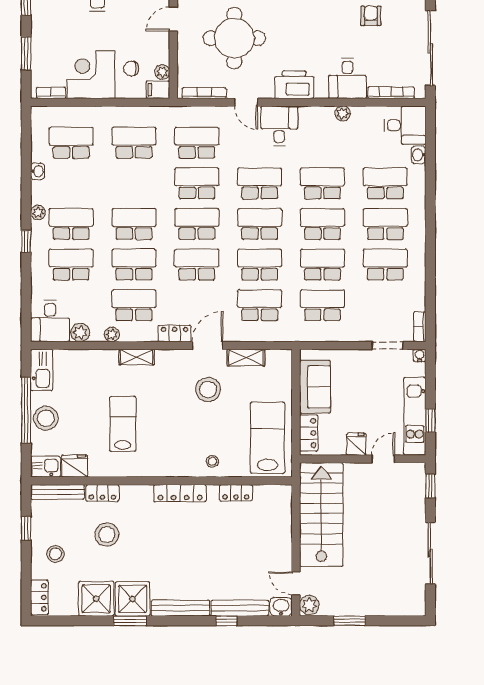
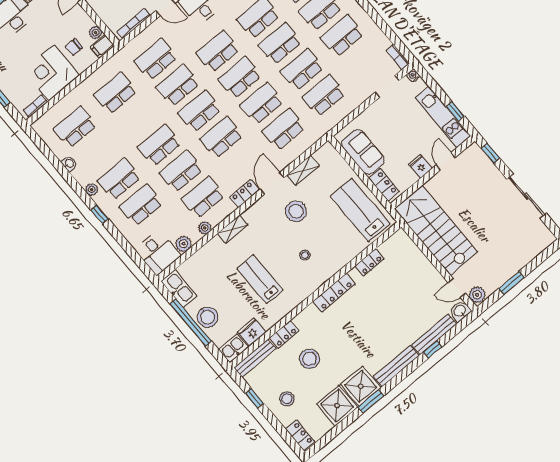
stool: (213, 461) -> (305, 255), moved

